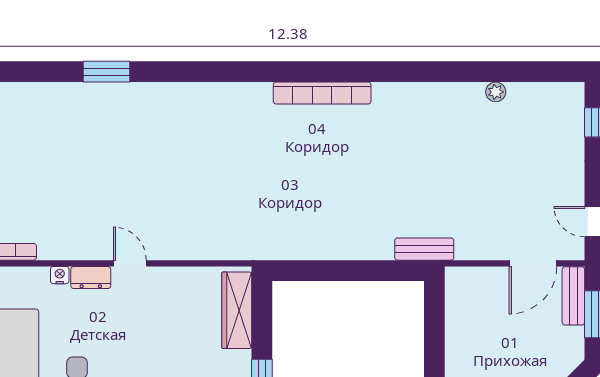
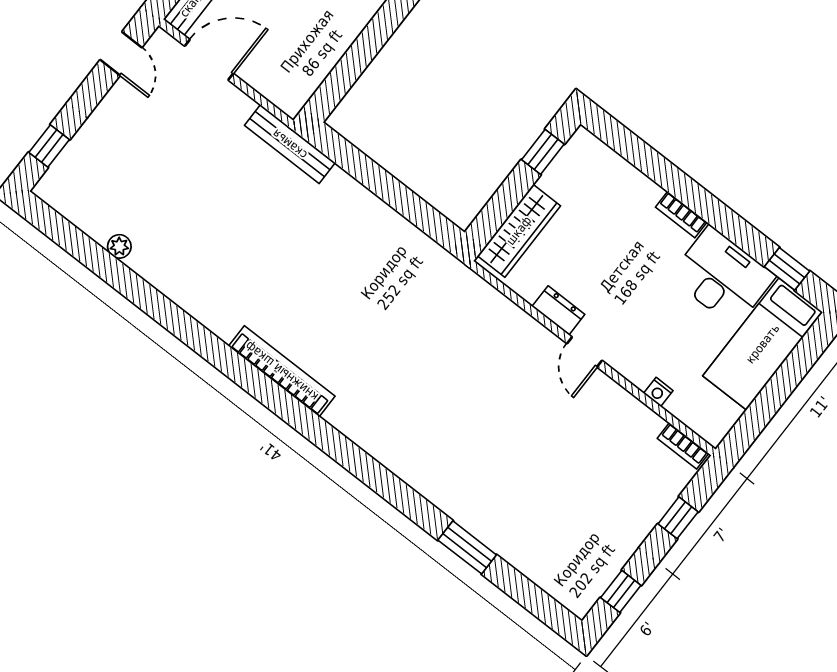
bench: (424, 249) -> (290, 144), width x1.36
dresser: (91, 278) -> (558, 310), moved

